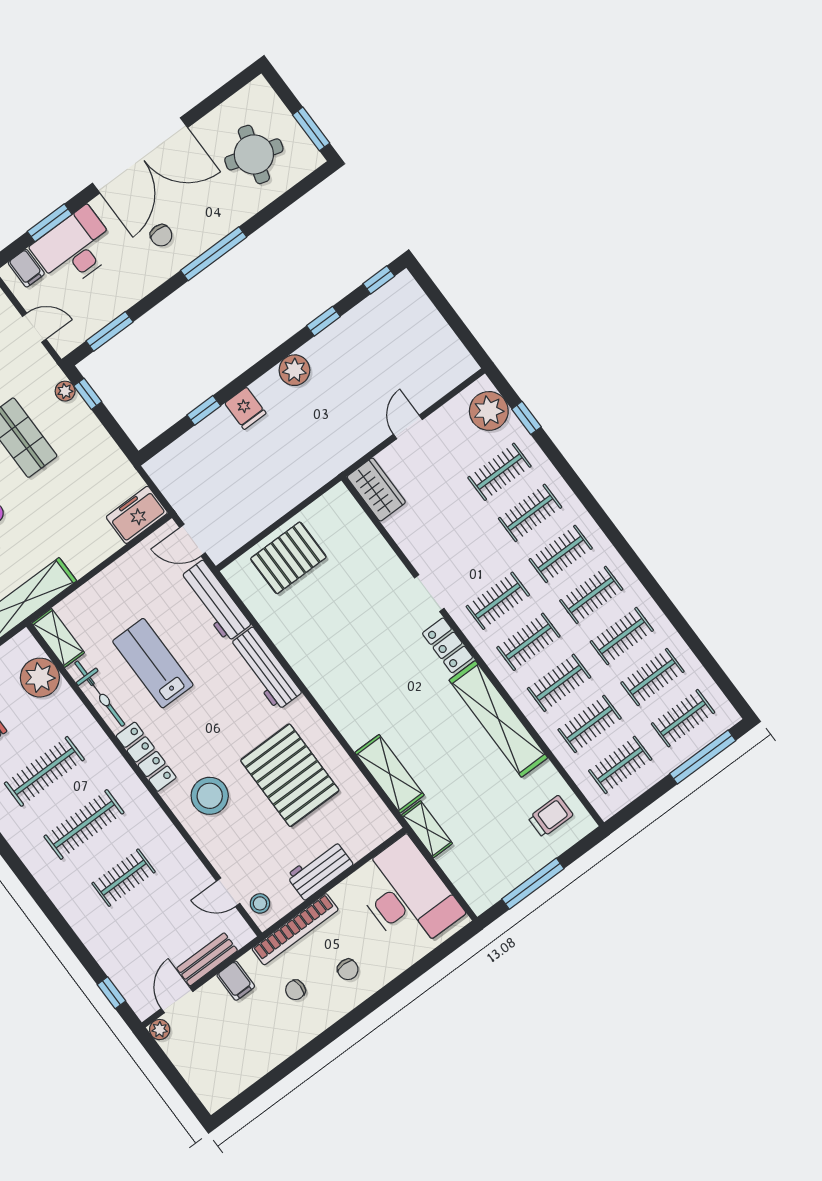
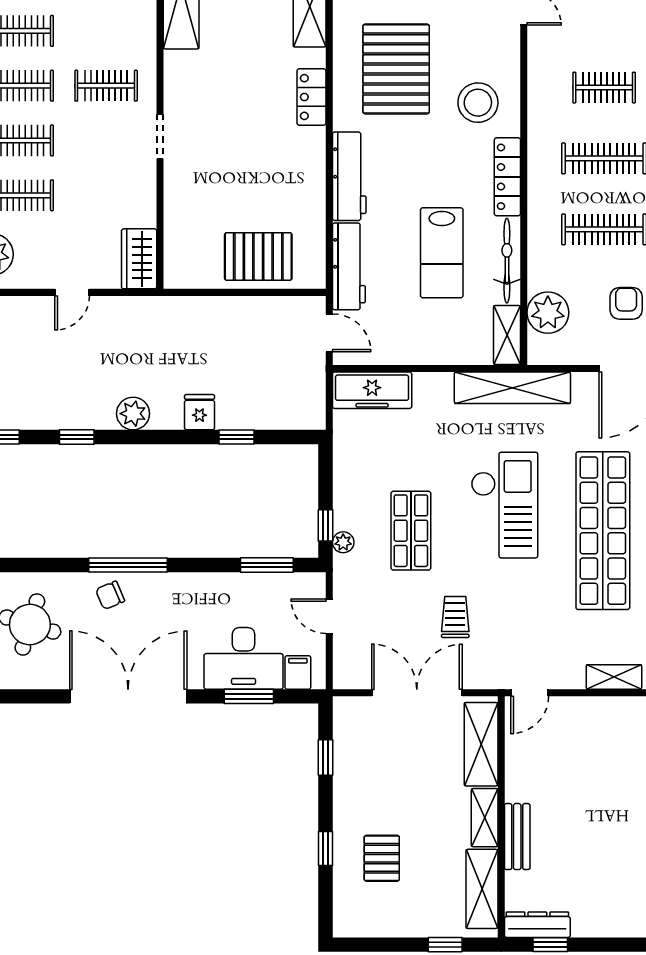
chair: (161, 235) -> (110, 595), moved, turned -113
freezer: (137, 515) -> (372, 390), width x1.40
clothes rail: (528, 642) -> (106, 31), removed
locker: (448, 645) -> (311, 97), moved, turned 180

